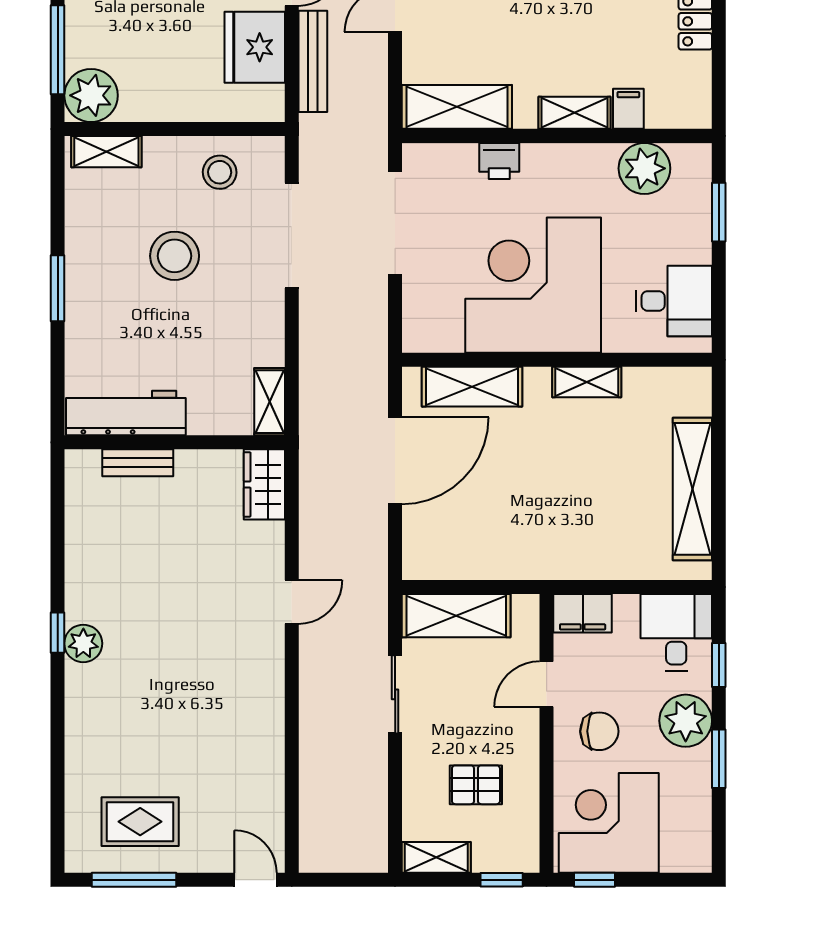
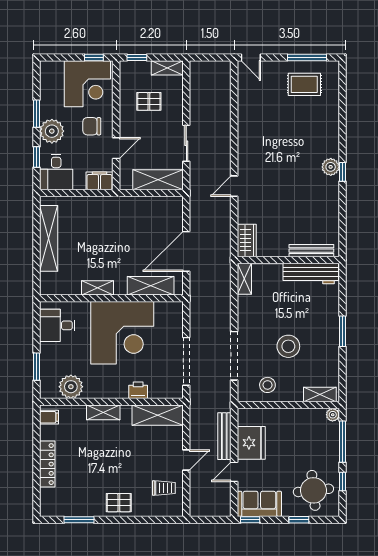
plant: (91, 95) -> (333, 415), width x0.53, depth x0.53
filing cabinet: (628, 109) -> (49, 417), moved, turned -90
bench: (138, 463) -> (311, 251), width x1.36

